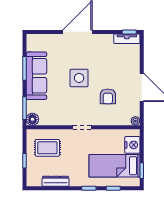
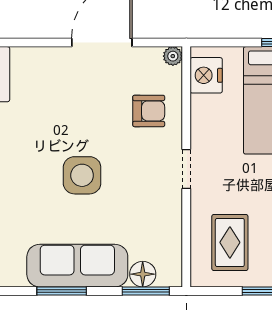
armchair: (108, 96) -> (149, 111), moved
floor lamp: (32, 119) -> (143, 274), moved
nightstand: (132, 145) -> (206, 75), moved, turned -90

